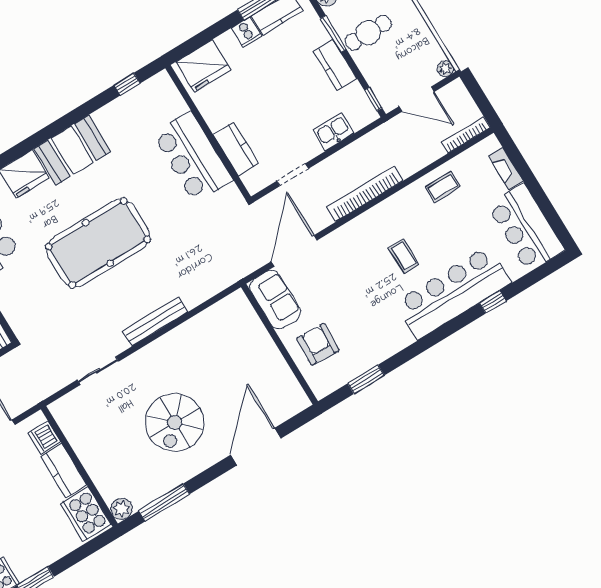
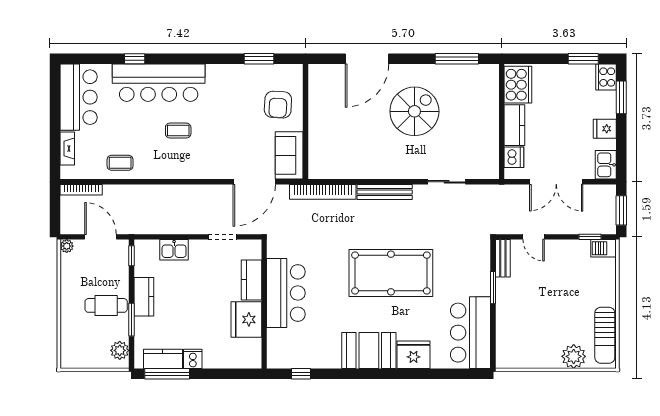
fridge: (204, 66) -> (246, 319), moved, turned -90
bookcase: (365, 194) -> (323, 192), moved
coffee table: (404, 256) -> (178, 131), turned 90
plant: (121, 509) -> (490, 73), removed

